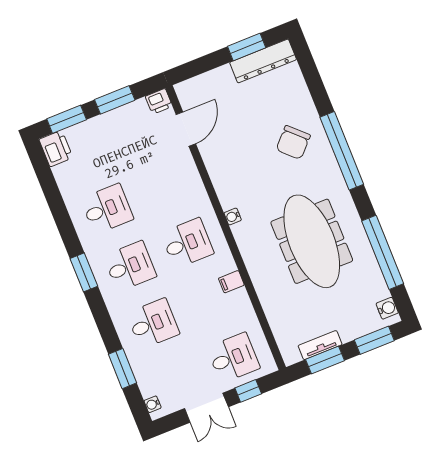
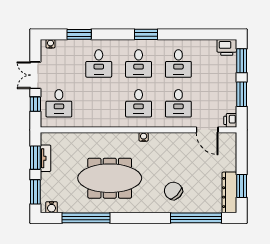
window: (342, 151) -> (196, 218), moved
desk: (164, 186) -> (178, 103), added
filing cabinet: (231, 282) -> (105, 120), removed

